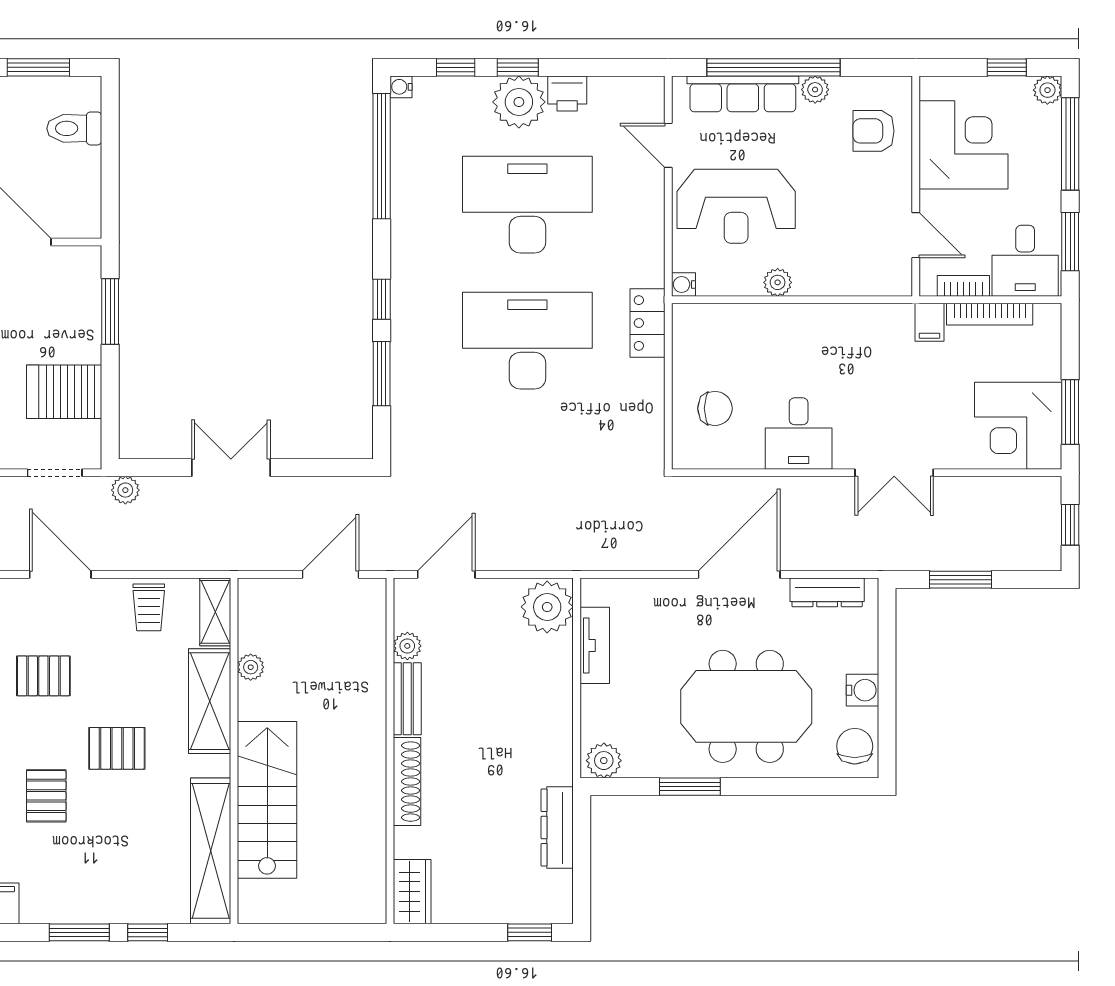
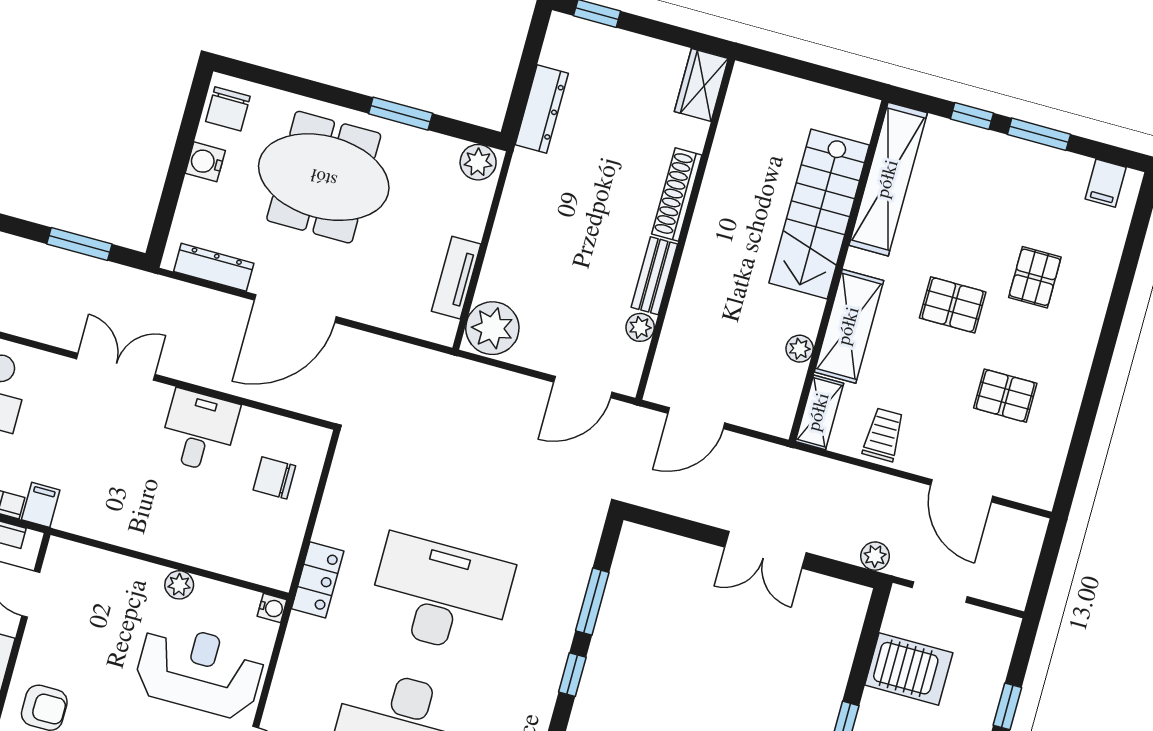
desk: (527, 341) -> (440, 595), turned 180

